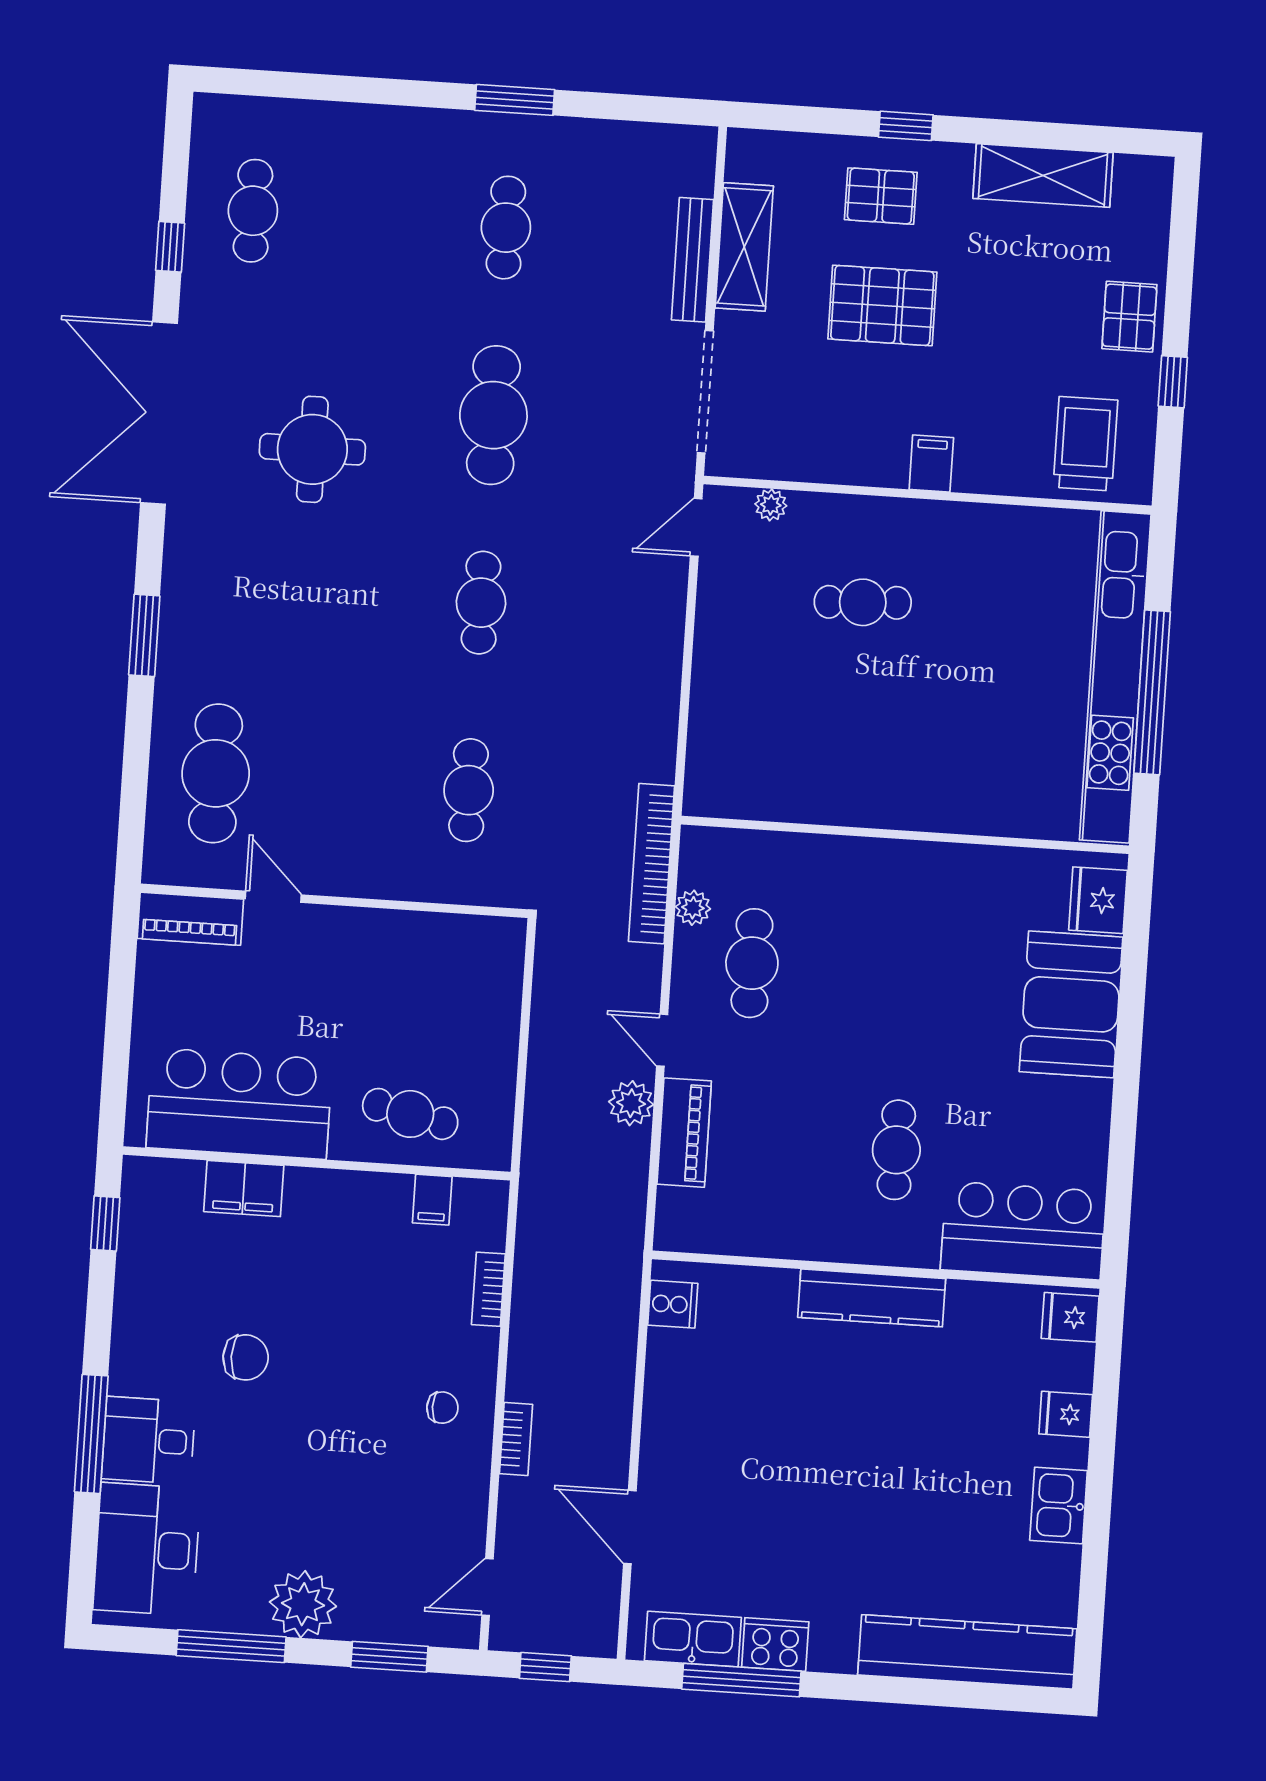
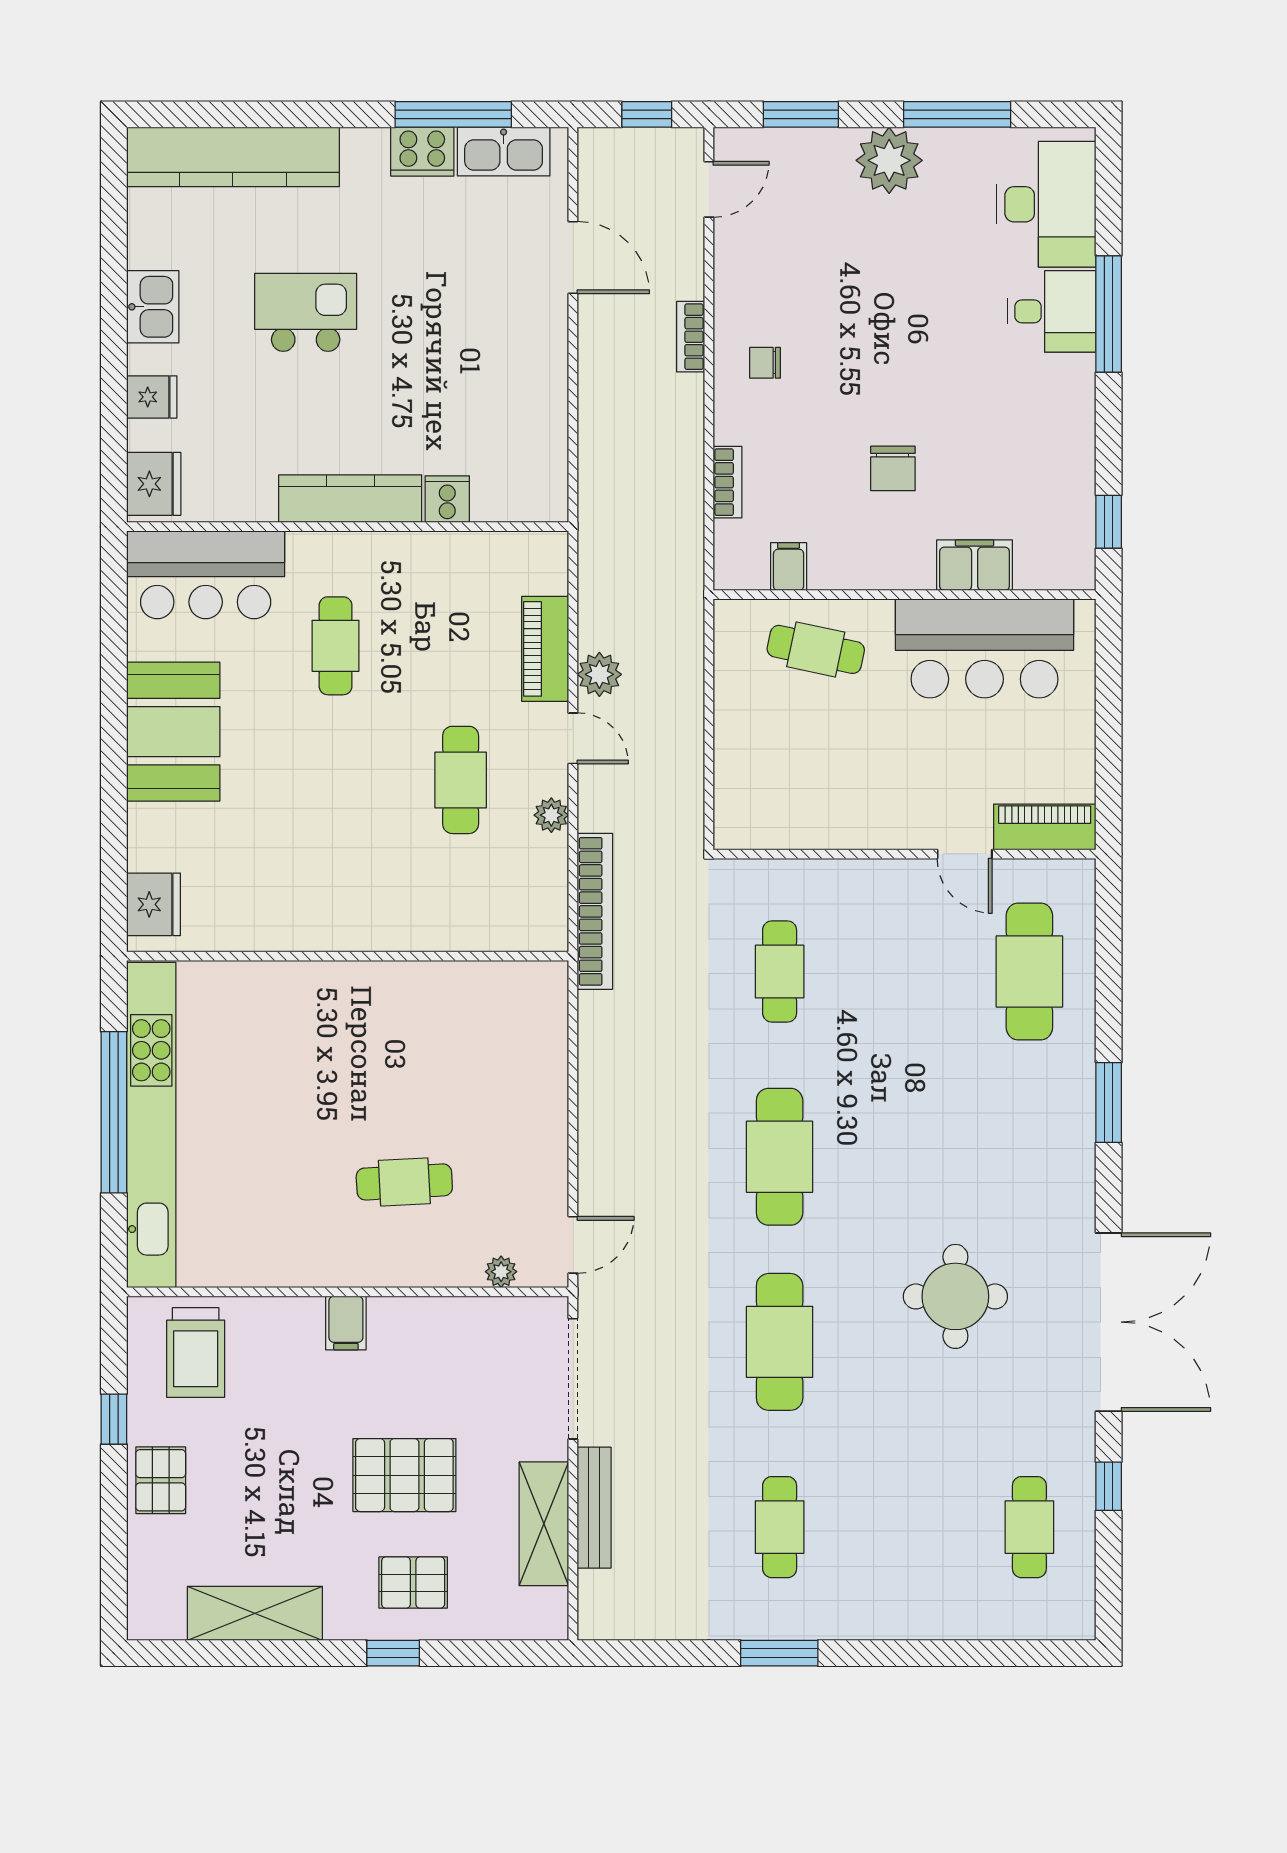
cafe table: (481, 603) -> (780, 1157), width x1.37, depth x1.35
plant: (693, 908) -> (551, 815), moved
cafe table: (752, 963) -> (461, 780), moved
booth: (1071, 1004) -> (173, 732), moved
cooker: (673, 1304) -> (447, 499), moved, turned 90
fridge: (1070, 1317) -> (154, 484), width x1.38
chair: (246, 1357) -> (893, 468), moved, turned -90
kitchen island: (904, 1490) -> (306, 312), added

